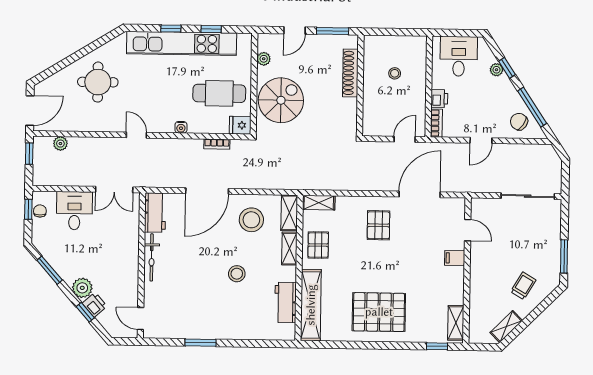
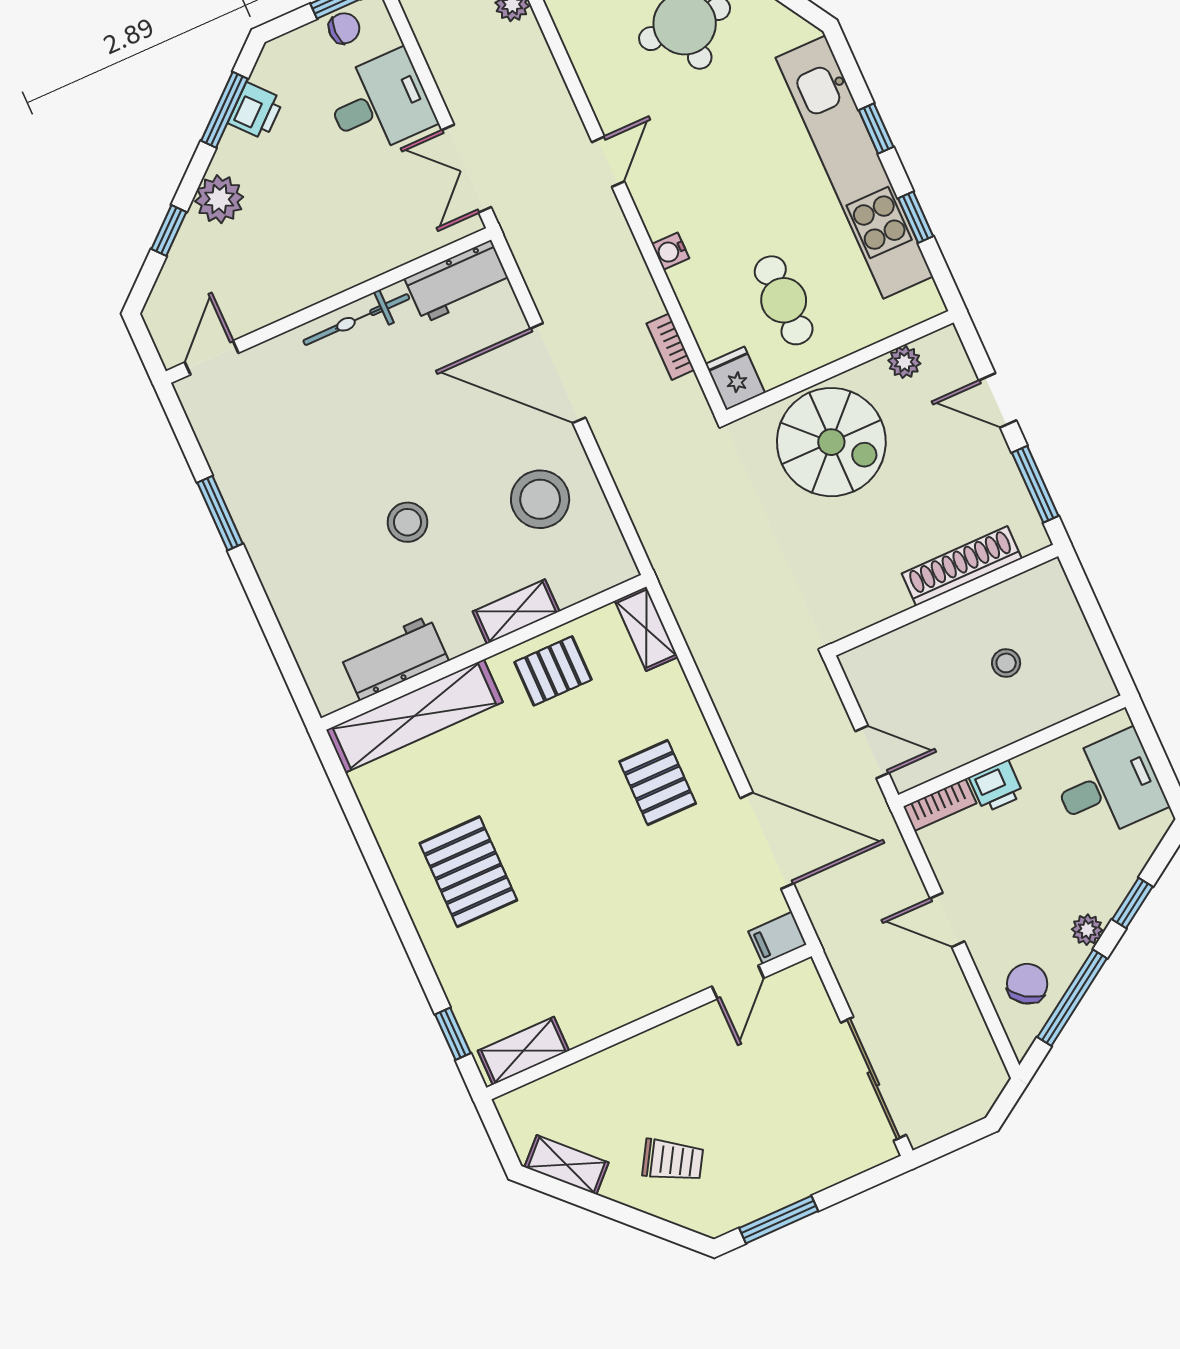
plant: (496, 70) -> (1087, 930), moved
cafe table: (219, 93) -> (784, 300), width x0.73, depth x0.74
shelving: (289, 213) -> (594, 575), removed
pallet: (378, 225) -> (658, 782), turned 90
filing cabinet: (455, 258) -> (777, 938), moved, turned -90
printer: (95, 305) -> (256, 111), moved
pallet: (379, 312) -> (468, 872), width x0.73, depth x0.71

